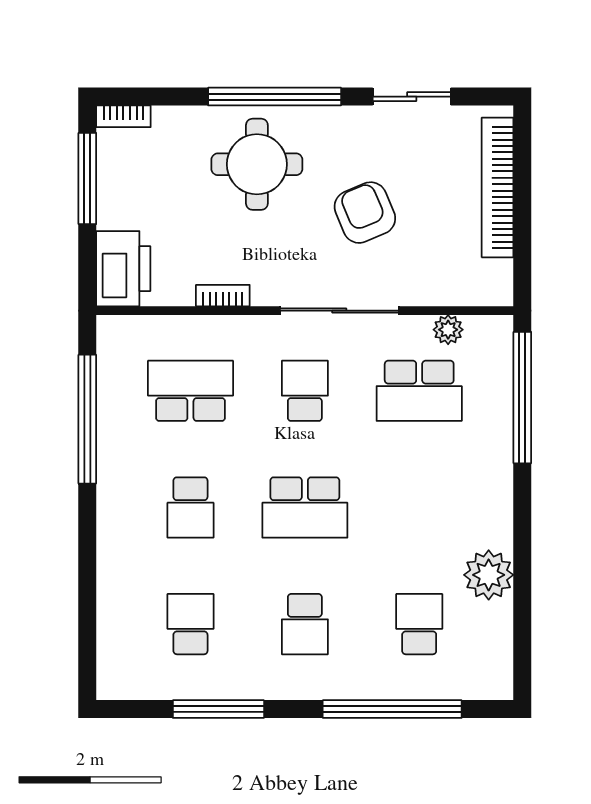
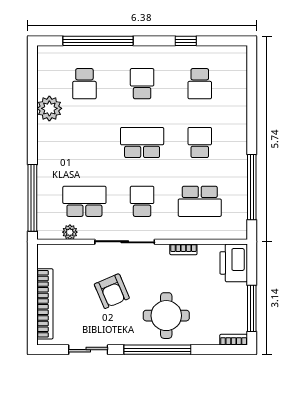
school desk: (305, 391) -> (142, 201), turned 180
window: (218, 709) -> (186, 41), width x0.46

